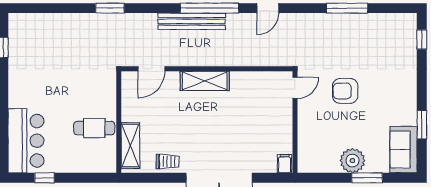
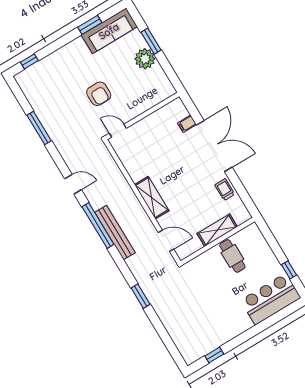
shelving: (130, 146) -> (217, 230), moved
sofa: (404, 149) -> (109, 31), width x1.36
filing cabinet: (285, 164) -> (187, 124), moved

